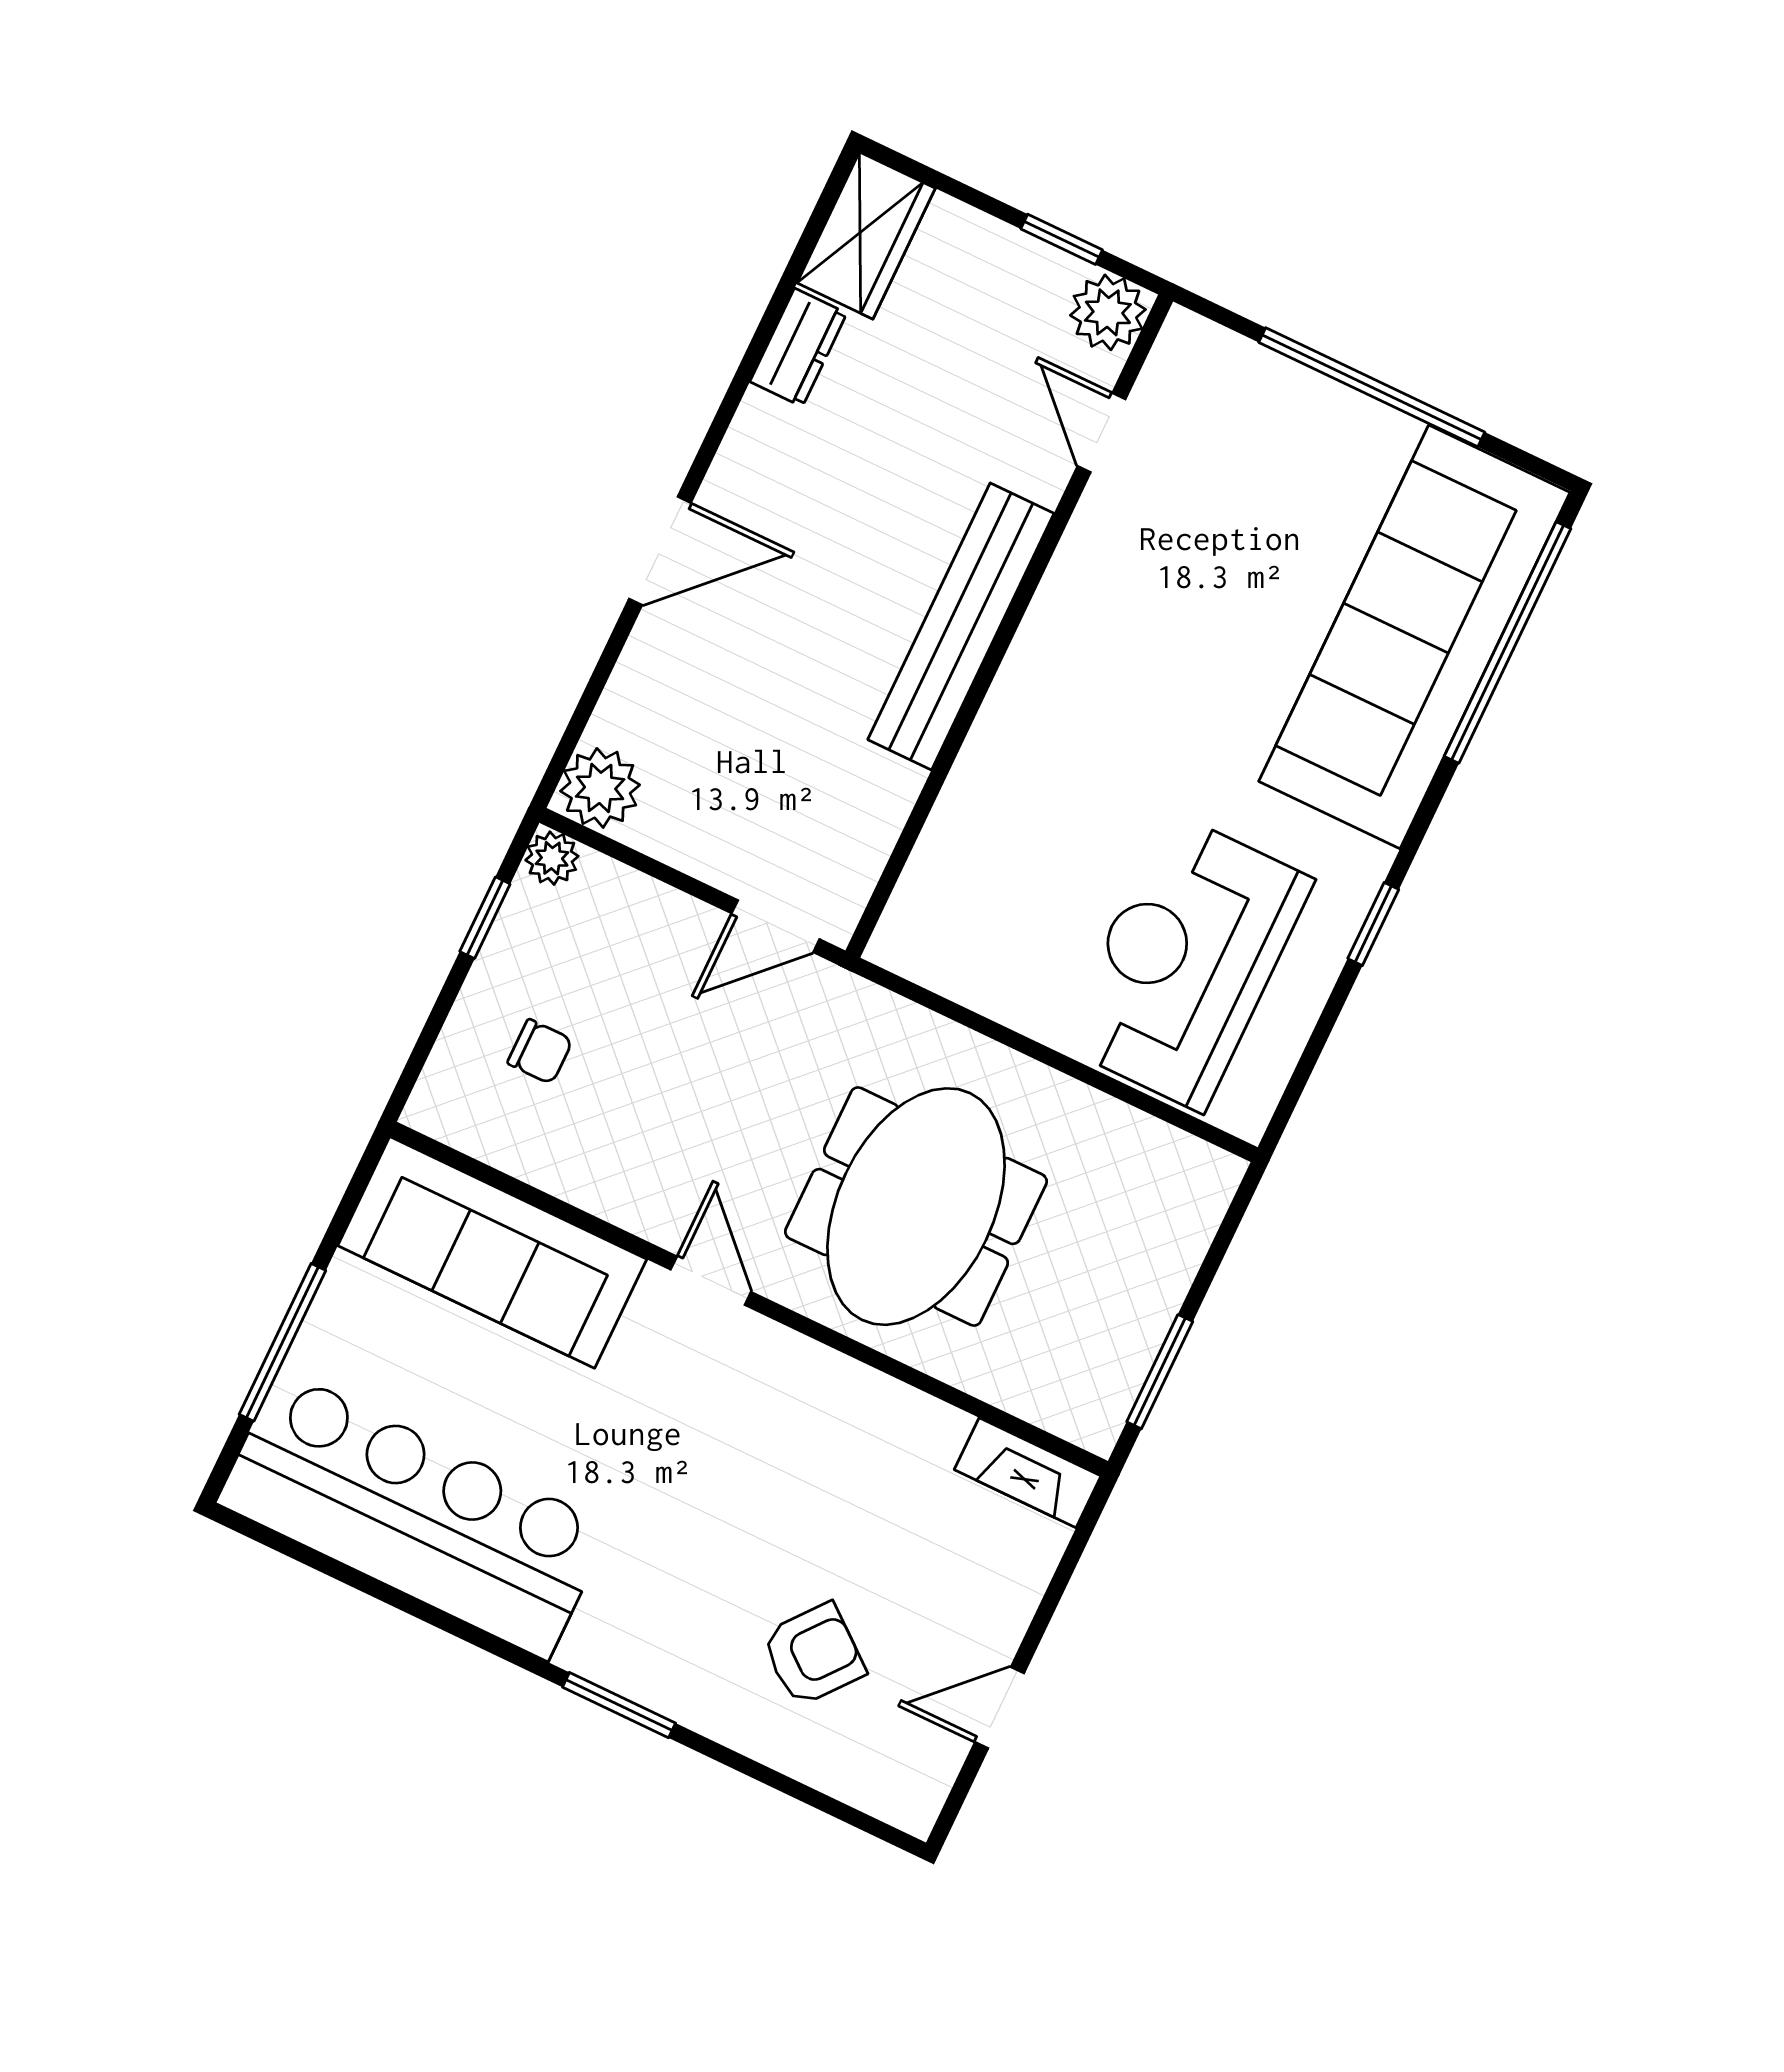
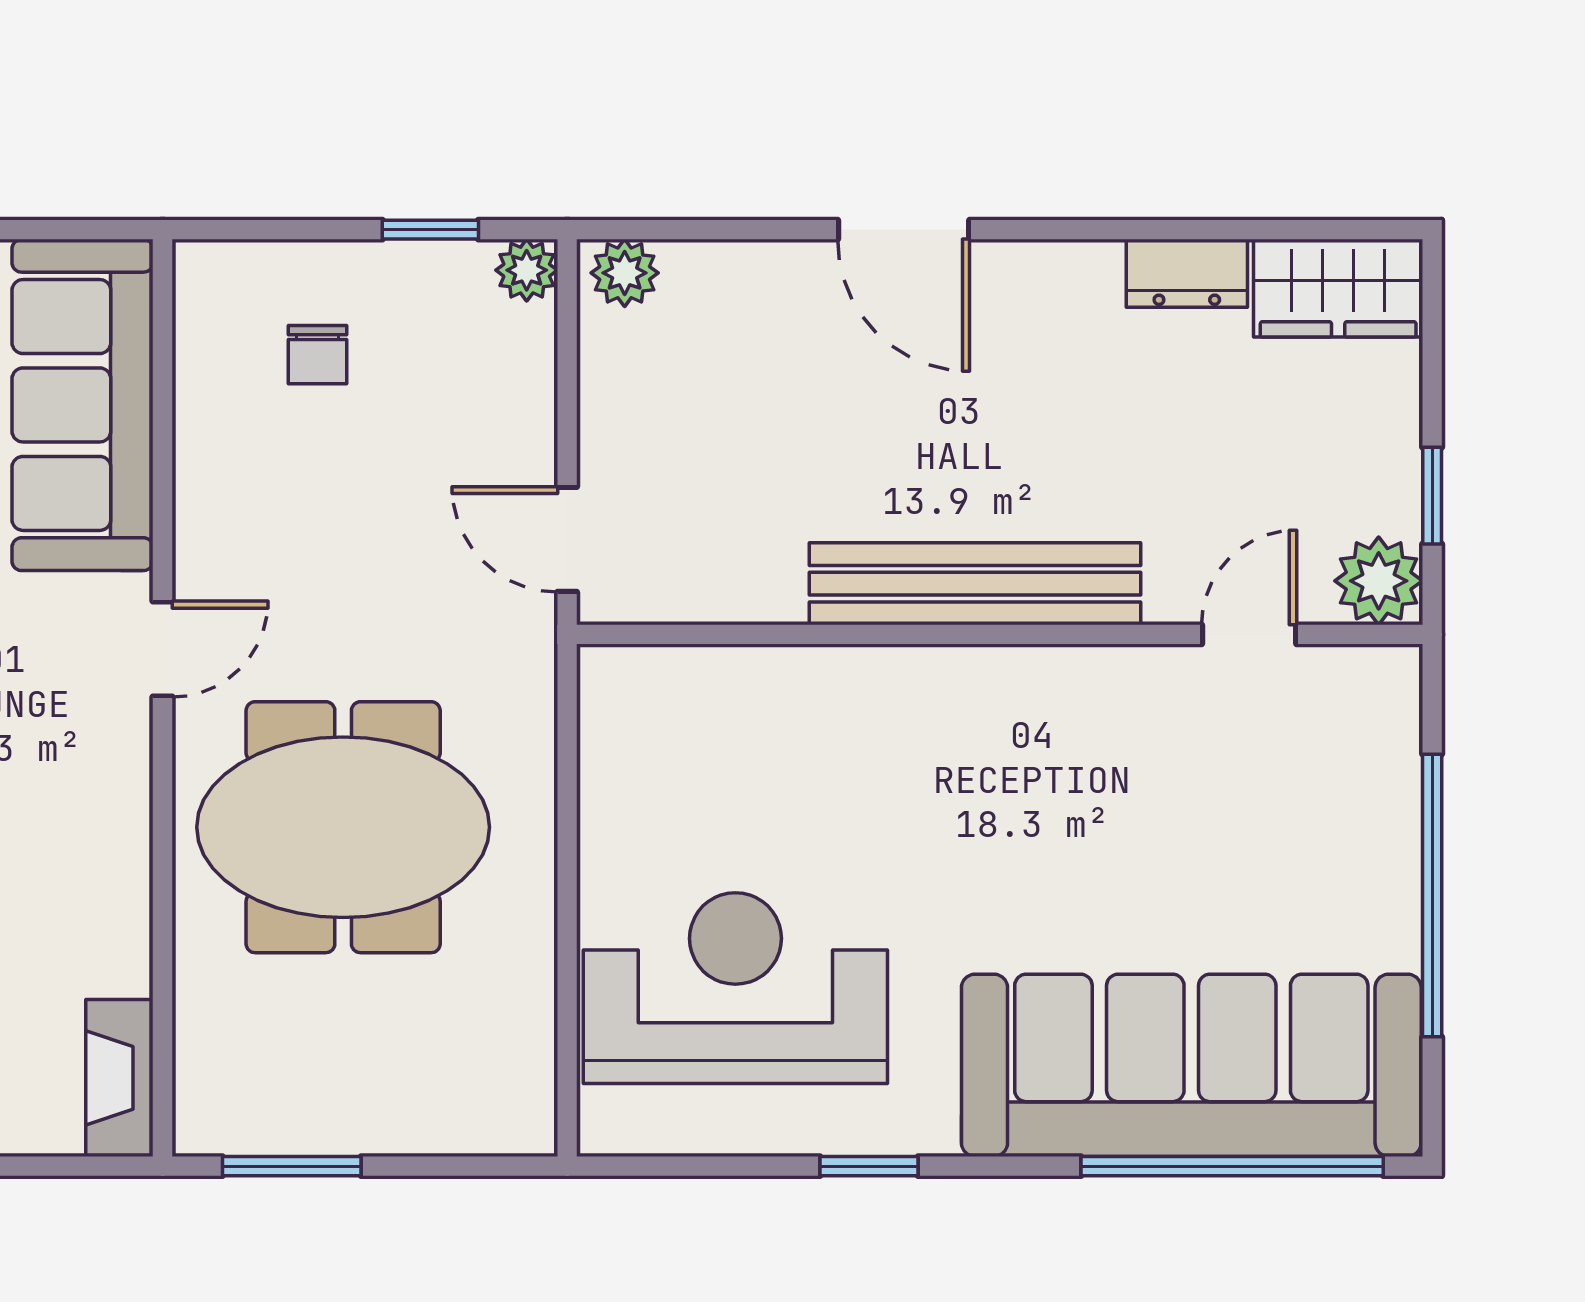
plant: (600, 788) -> (625, 273), width x0.73, depth x0.73

